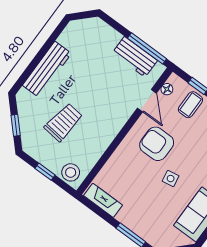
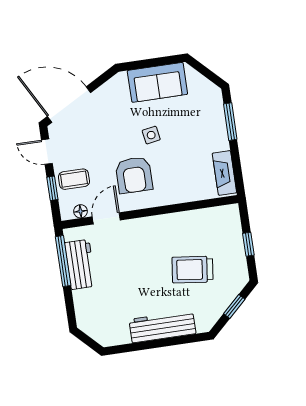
stool: (71, 172) -> (228, 223), removed

